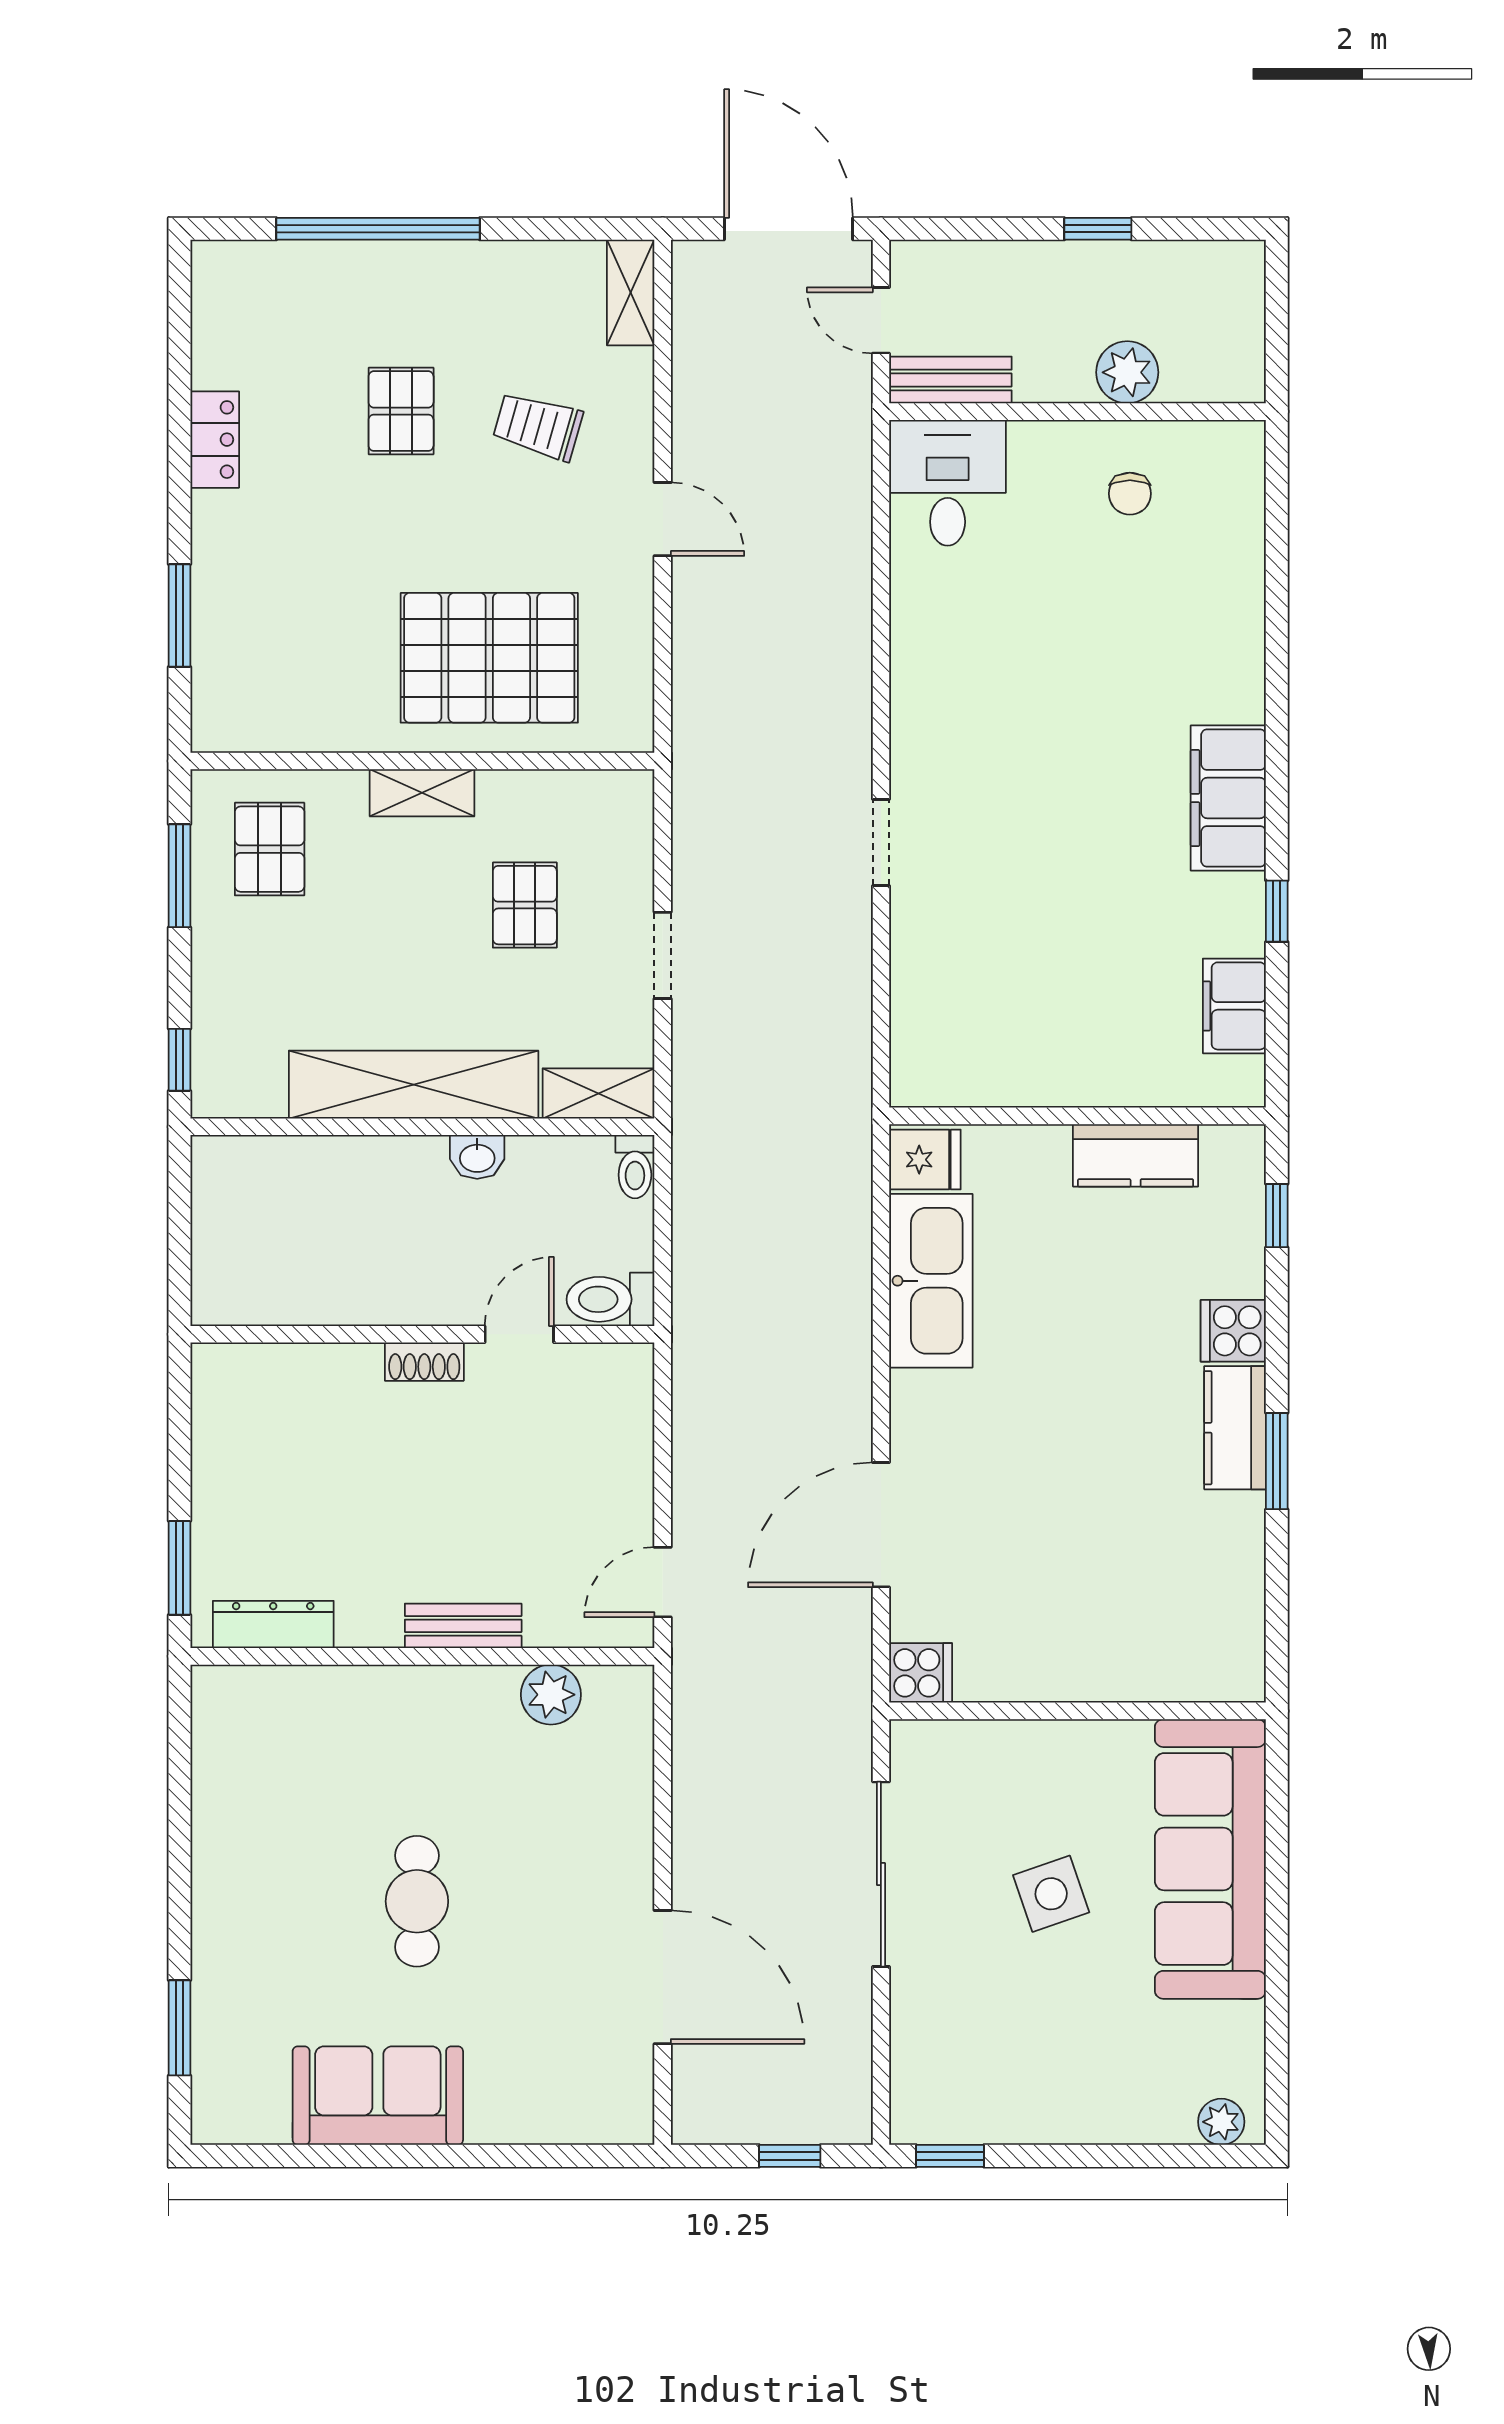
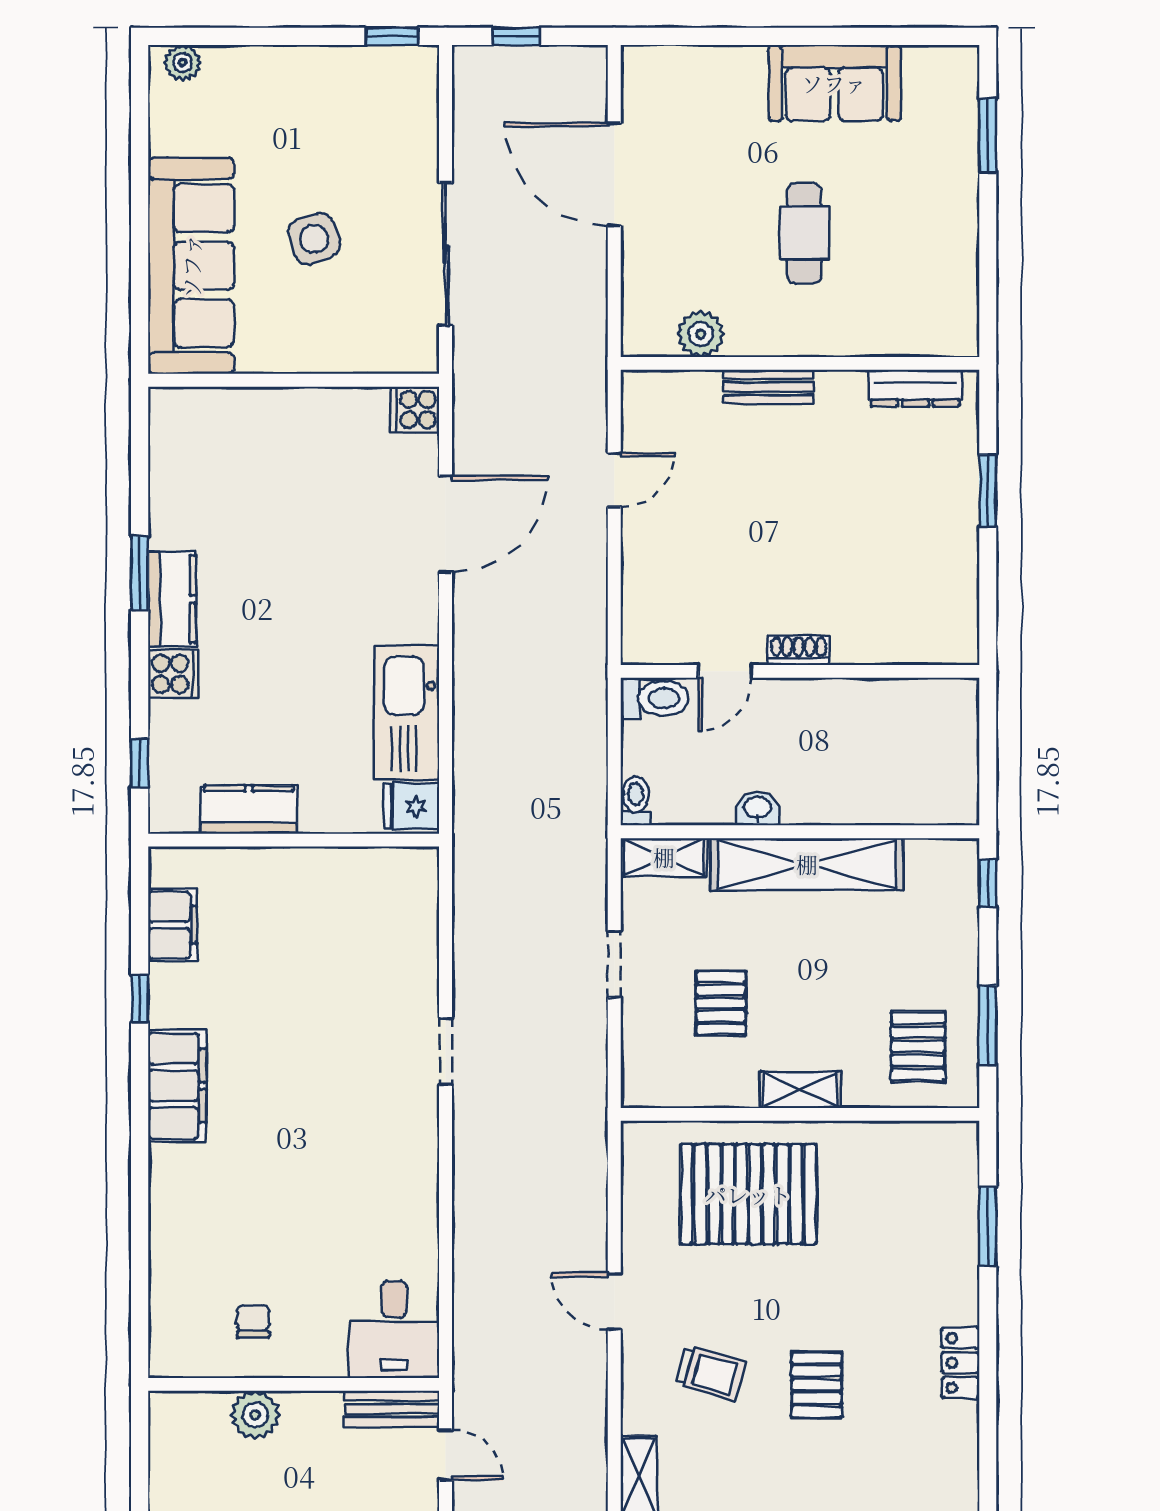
dresser: (273, 1624) -> (915, 388), moved
bench: (463, 1626) -> (768, 387), moved
wall: (422, 1656) -> (800, 363), moved
plant: (551, 1695) -> (701, 334), moved

